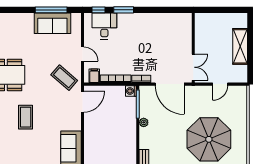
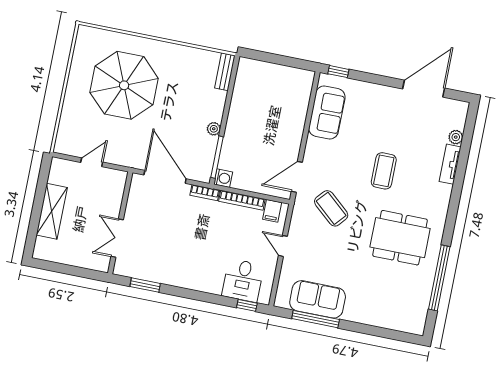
window: (124, 10) -> (145, 285), moved
double door: (193, 67) -> (117, 238), moved
coffee table: (64, 78) -> (331, 208), moved

